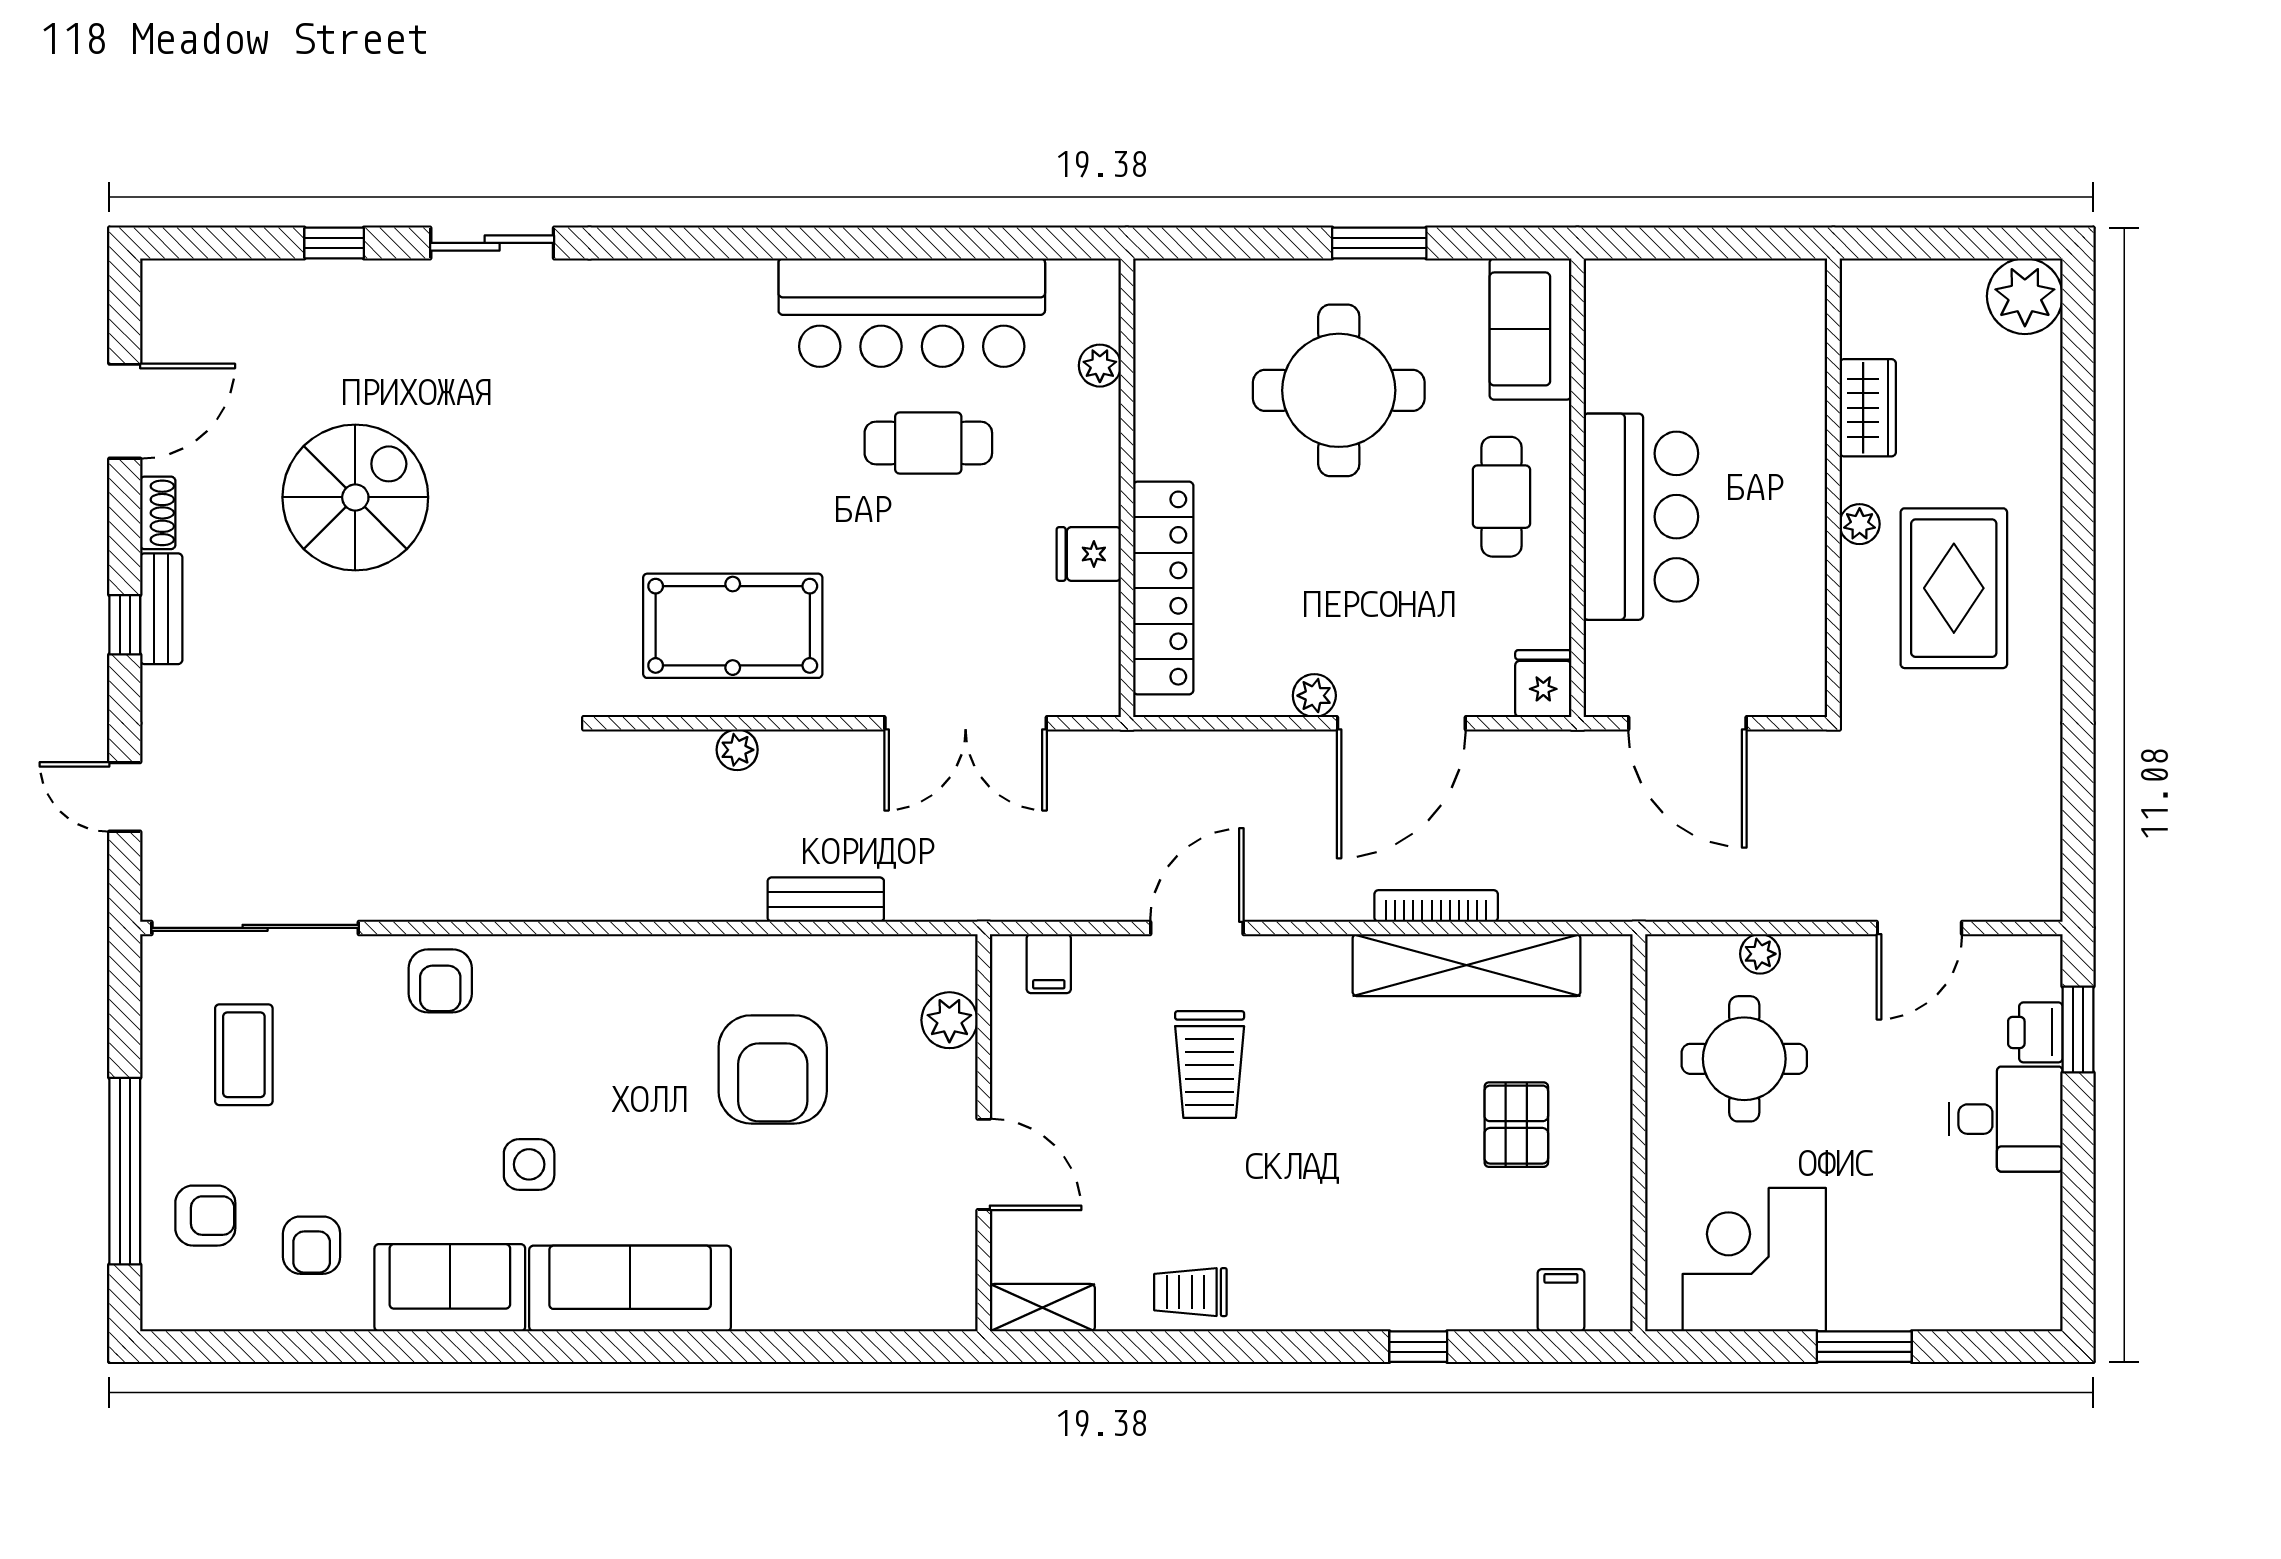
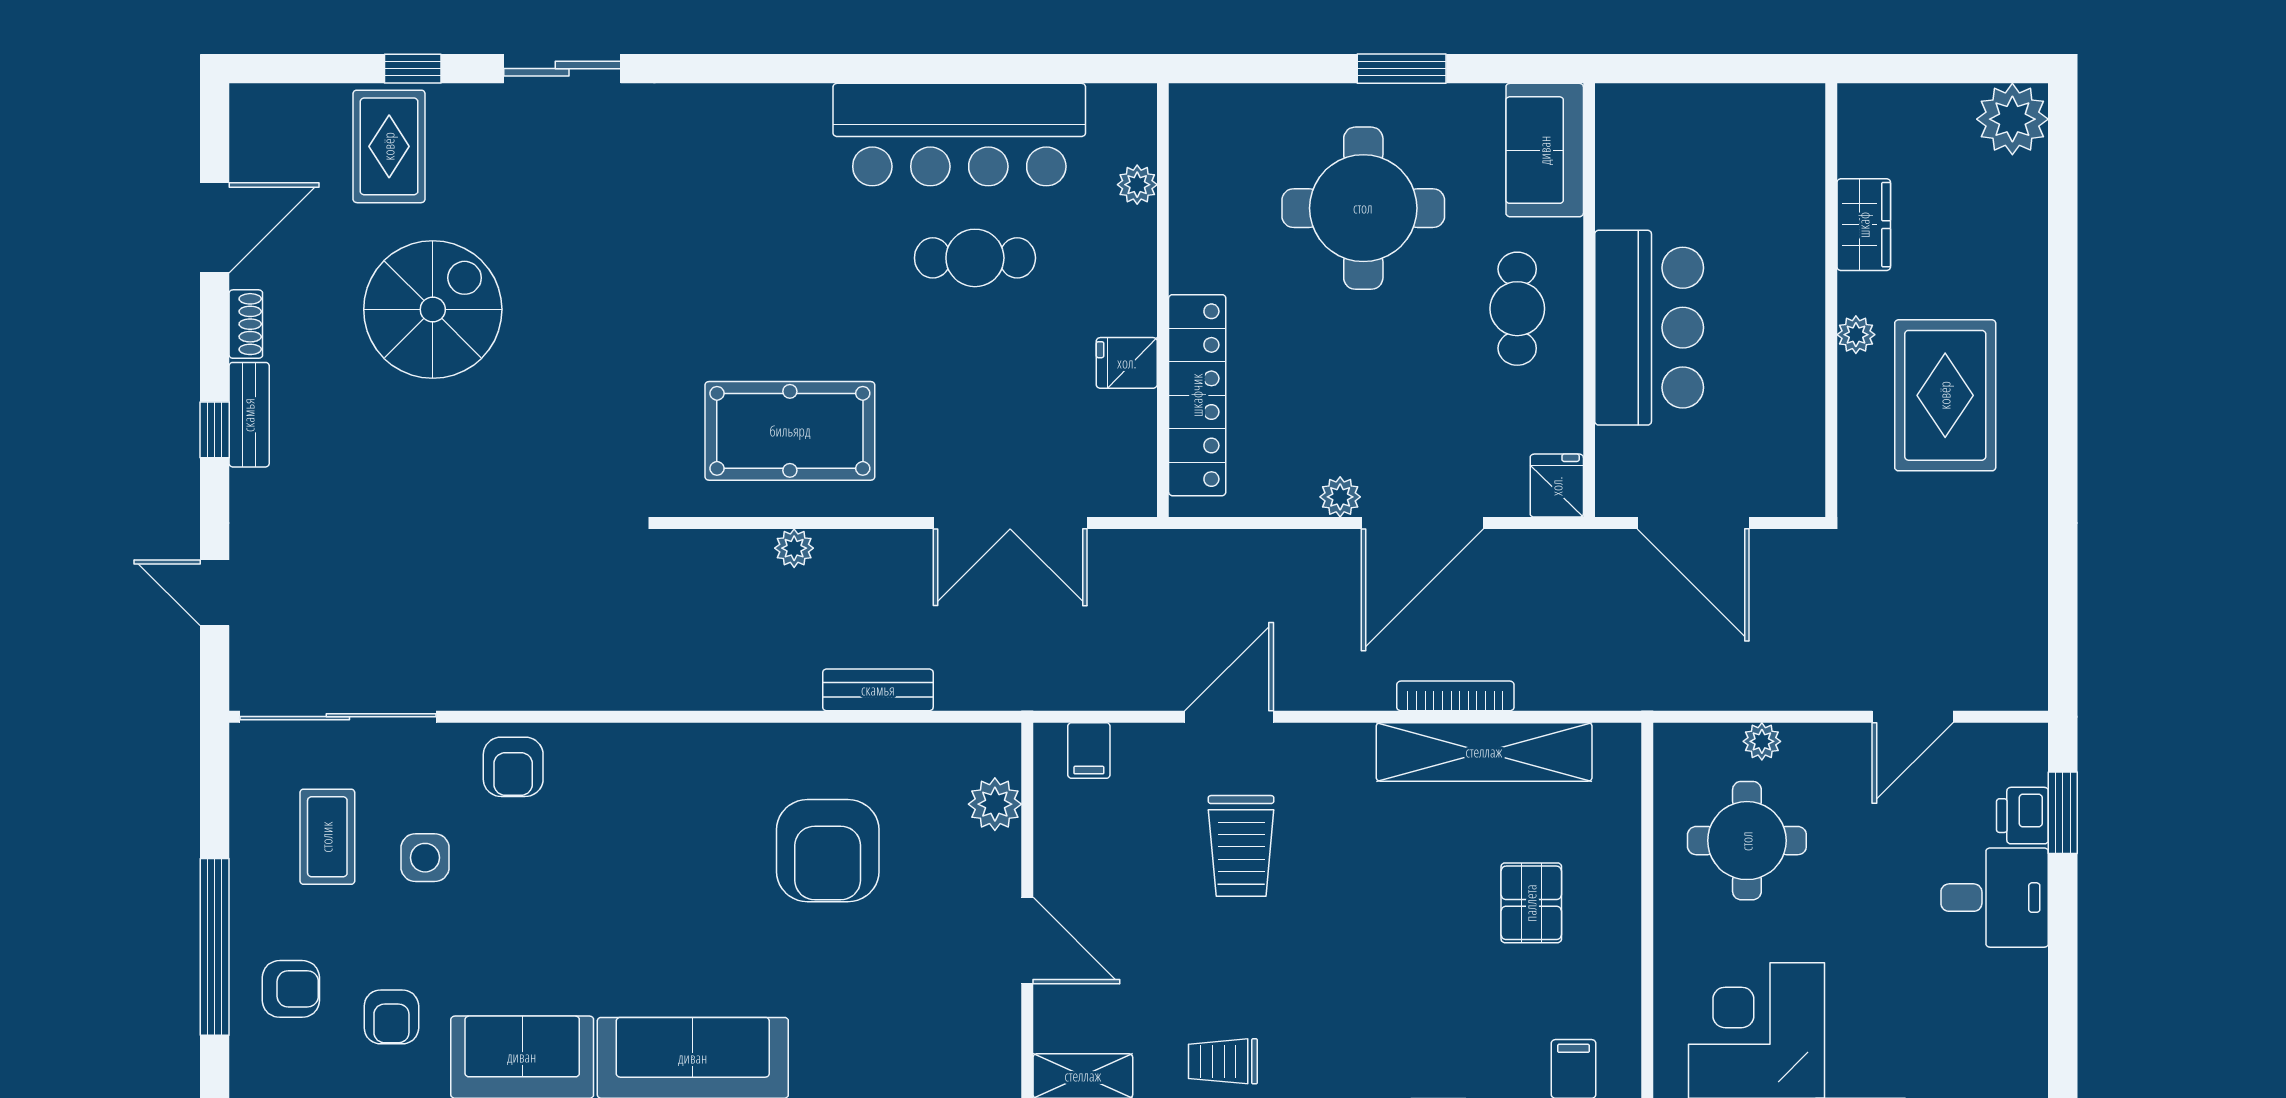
rug: (309, 325) -> (389, 146), added
side table: (529, 1164) -> (425, 858), moved

